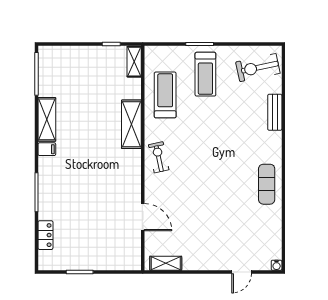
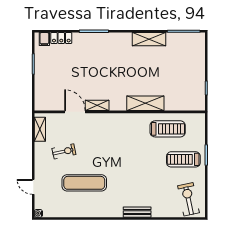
shelving: (134, 62) -> (97, 105), moved
bench: (275, 112) -> (137, 212), moved
filing cabinet: (47, 149) -> (44, 39), moved
exercise bike: (159, 157) -> (64, 151), moved
exercise mat: (267, 184) -> (84, 183), moved, width x1.36, depth x1.45
door: (143, 217) -> (75, 112), swing flipped

